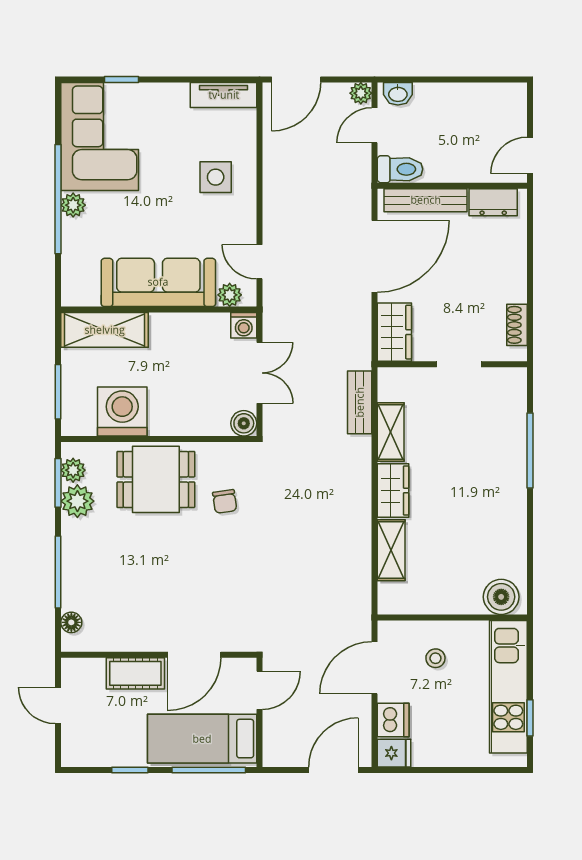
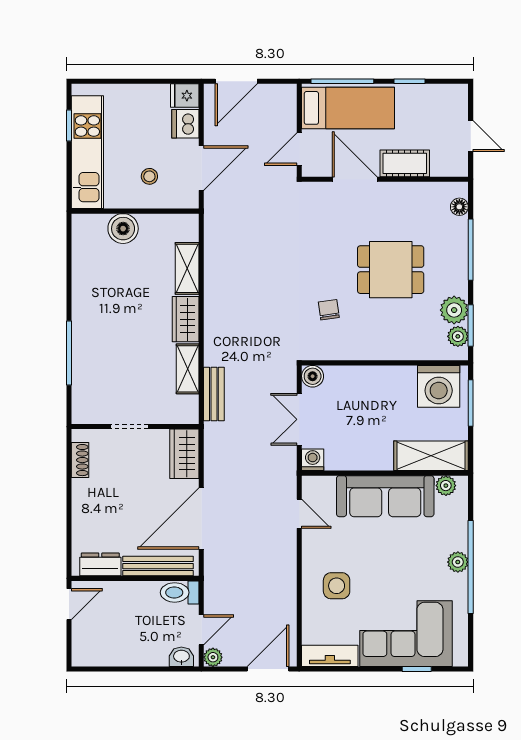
corner sofa: (100, 136) -> (406, 634), moved, turned 90
plant: (230, 295) -> (446, 486), moved
washing machine: (122, 411) -> (439, 386), moved
dining table: (156, 479) -> (391, 270), moved
boiler: (501, 597) -> (123, 229), moved
door: (194, 655) -> (355, 179), hinge flipped

